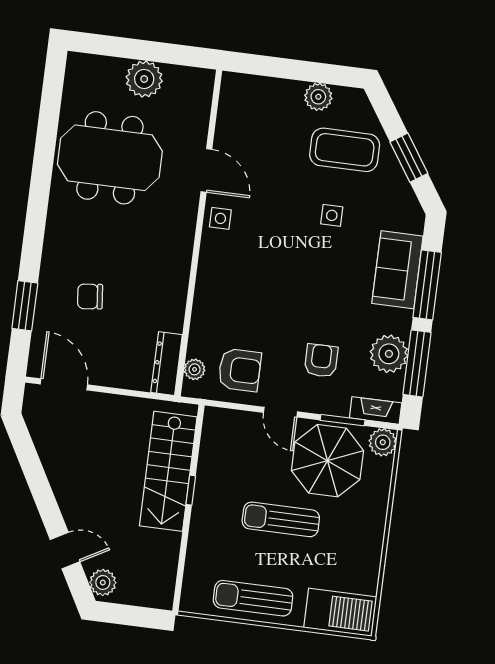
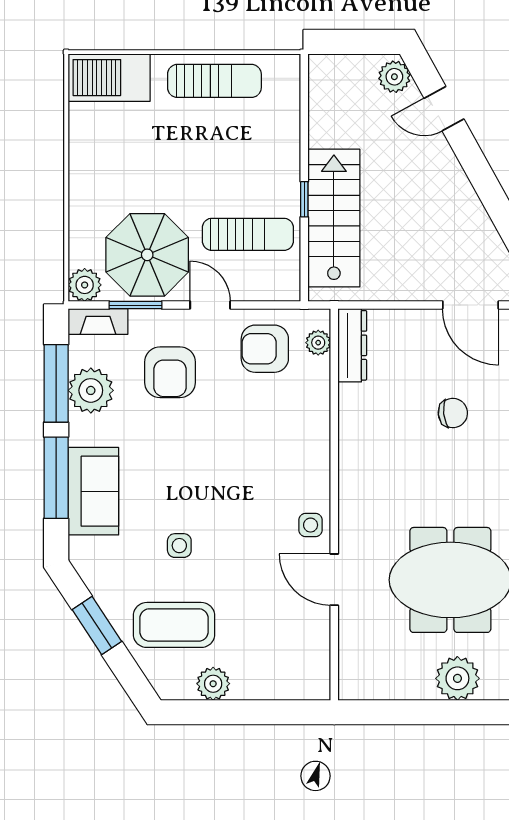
plant: (144, 79) -> (457, 678), moved
armchair: (321, 361) -> (170, 372), width x1.38, depth x1.38
sun lounger: (281, 519) -> (248, 234), moved

